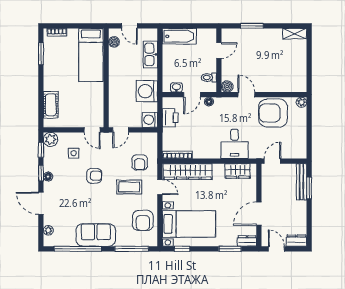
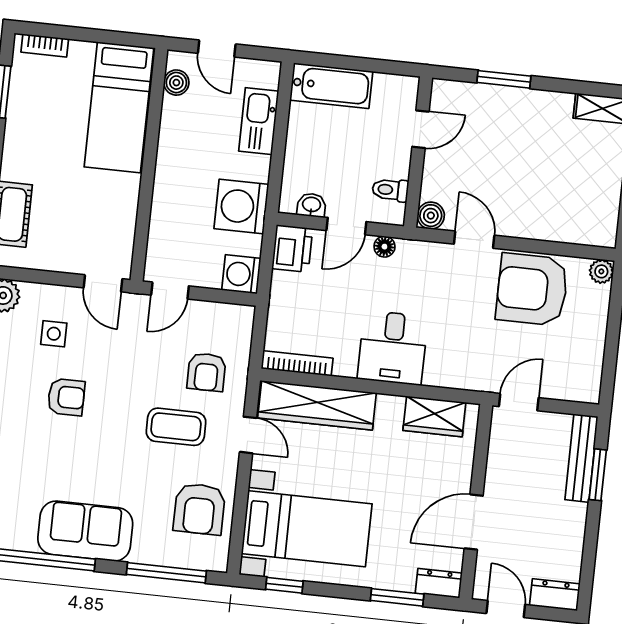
printer: (170, 118) -> (292, 248), moved
desk: (235, 144) -> (393, 348), moved
armchair: (94, 176) -> (66, 397), moved

